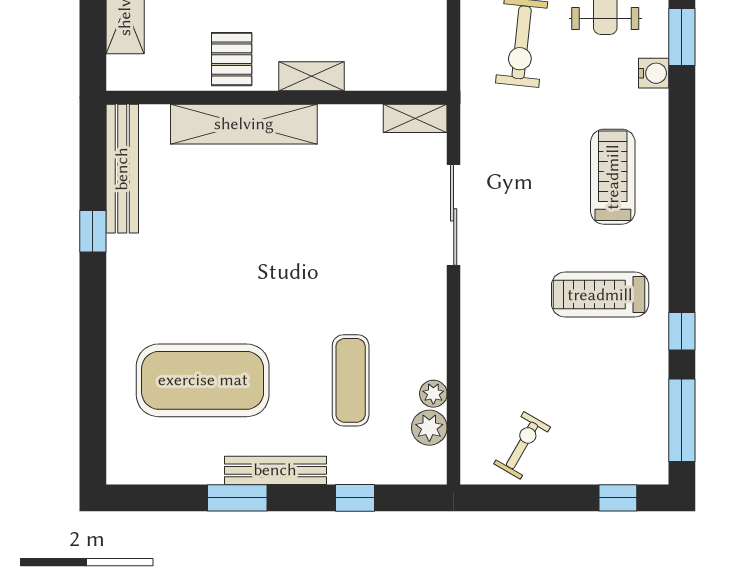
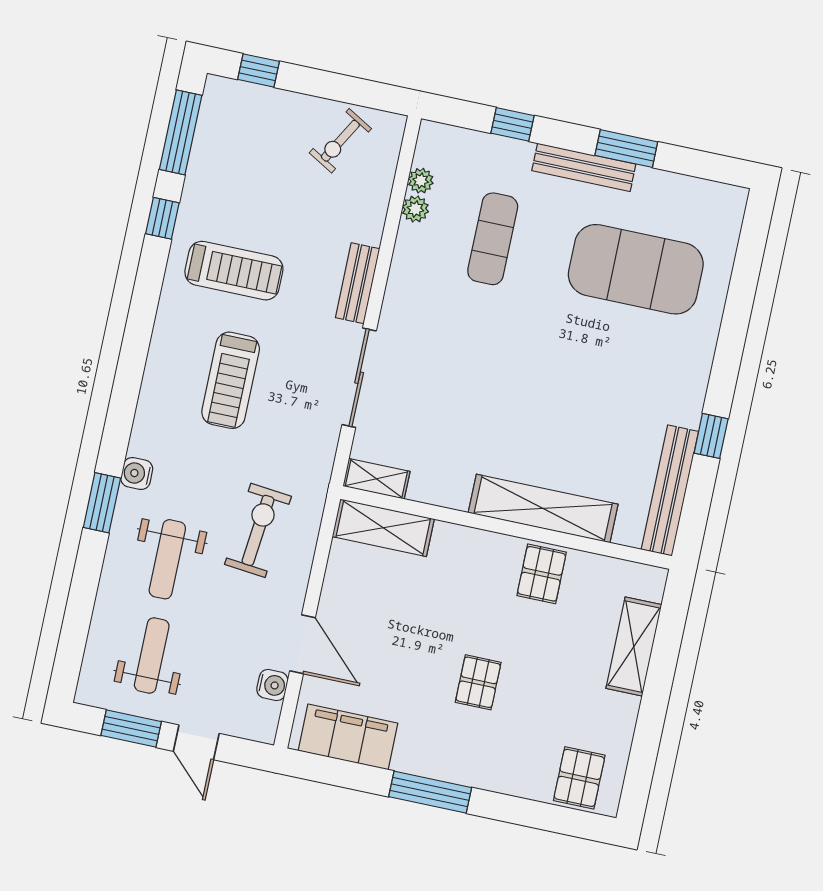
shelving: (311, 76) -> (383, 528), moved, width x1.50, depth x1.33
treadmill: (613, 177) -> (231, 380), moved
bench: (475, 308) -> (358, 283), added
plant: (429, 428) -> (421, 181), width x0.73, depth x0.73

